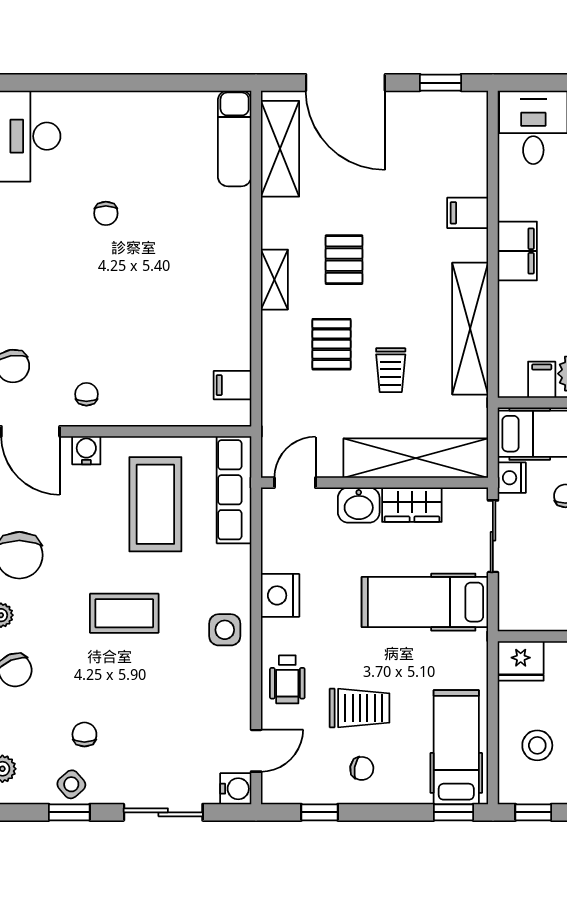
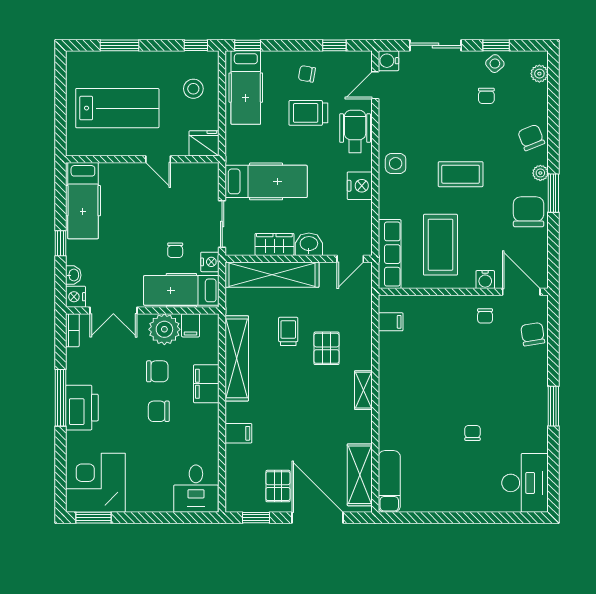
filing cabinet: (517, 251) -> (206, 384), moved
pallet: (344, 260) -> (278, 486), moved
wheelchair: (287, 679) -> (355, 131), width x1.36, depth x1.37

